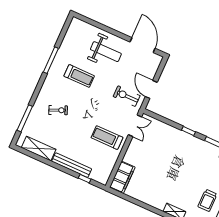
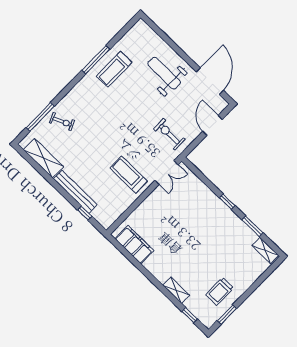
weight bench: (106, 52) -> (164, 73), turned 180
treadmill: (79, 76) -> (114, 69), moved, turned 90
door: (151, 89) -> (213, 125), moved
exercise bike: (58, 110) -> (62, 122), moved
filing cabinet: (122, 177) -> (134, 245), moved, turned -90

